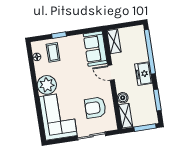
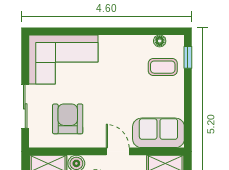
window: (59, 35) -> (188, 57), moved
door: (111, 73) -> (118, 151), hinge flipped
plant: (47, 85) -> (114, 50), removed

